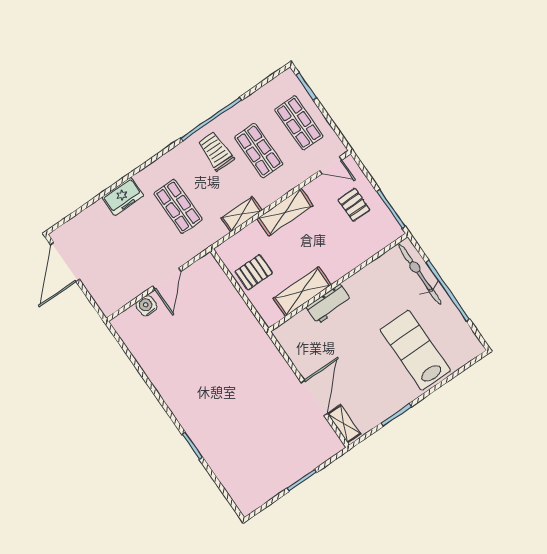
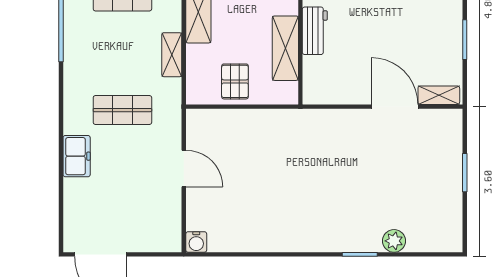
trolley: (216, 151) -> (95, 38), removed
water cooler: (146, 306) -> (196, 242), moved, turned -90
plant: (219, 464) -> (394, 241), added

